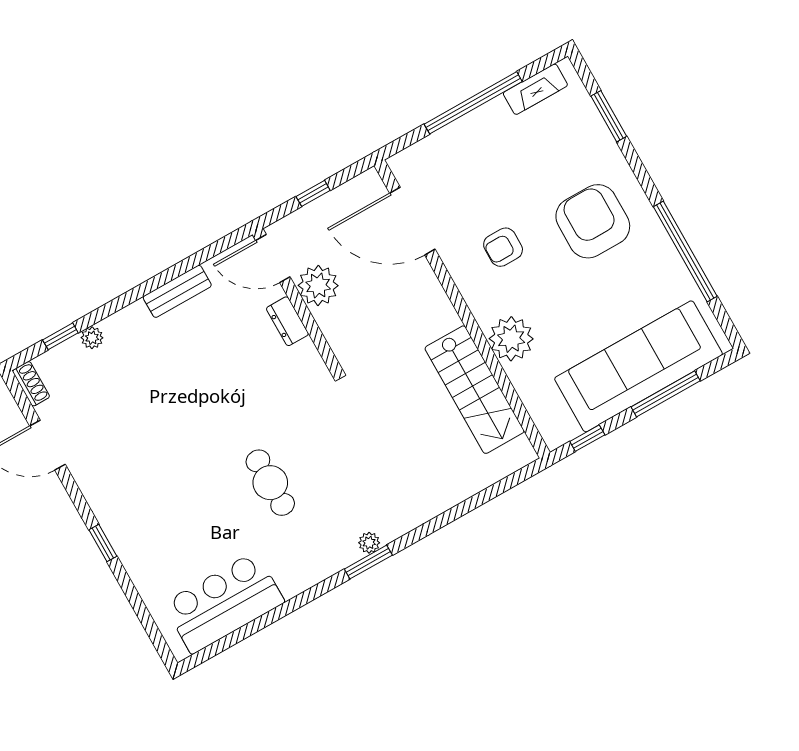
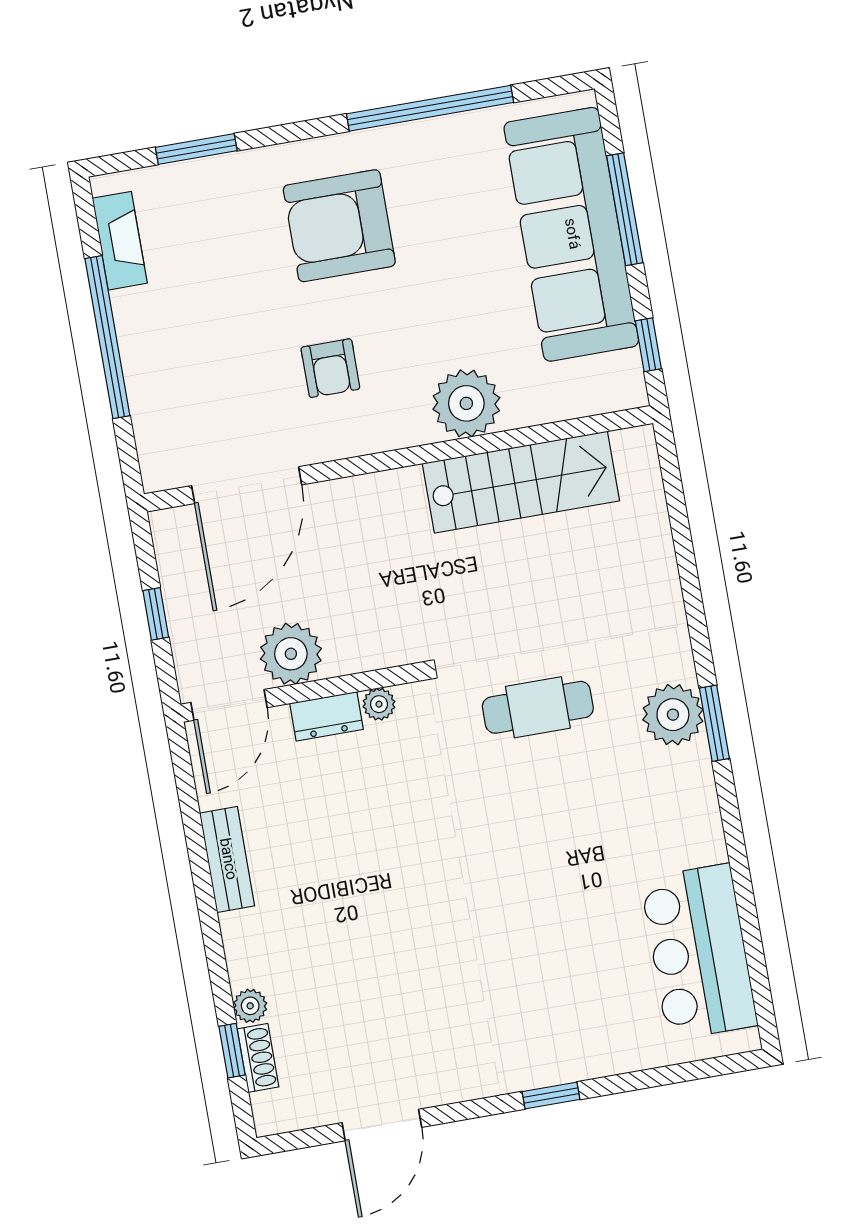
plant: (306, 351) -> (379, 704), added
shoe rack: (31, 384) -> (258, 1058), moved, turned 90
cafe table: (270, 483) -> (538, 707), moved
plant: (369, 543) -> (673, 715), width x1.88, depth x1.88

